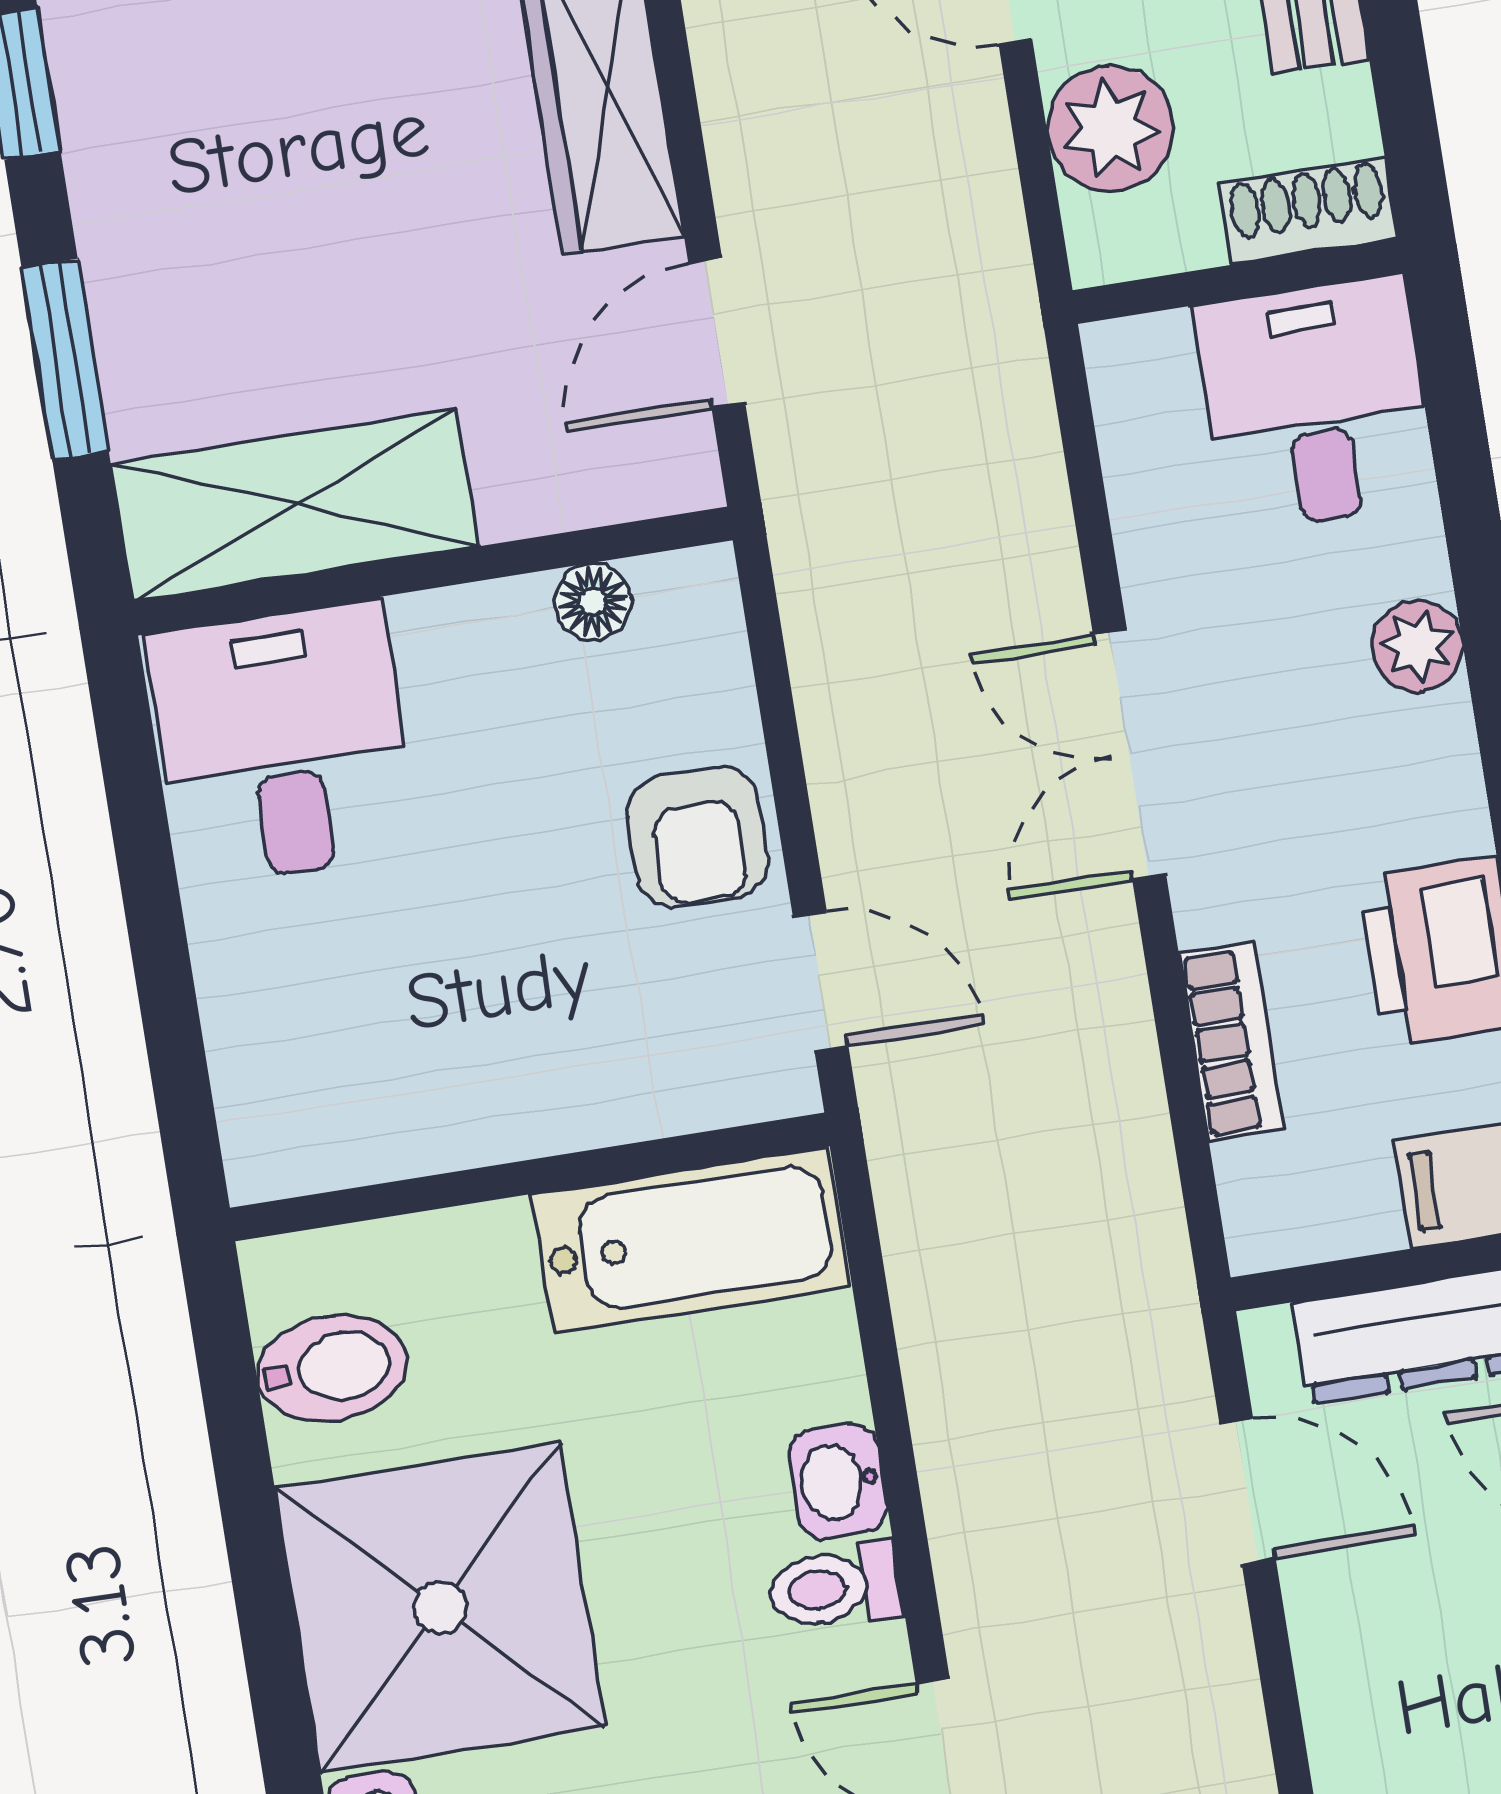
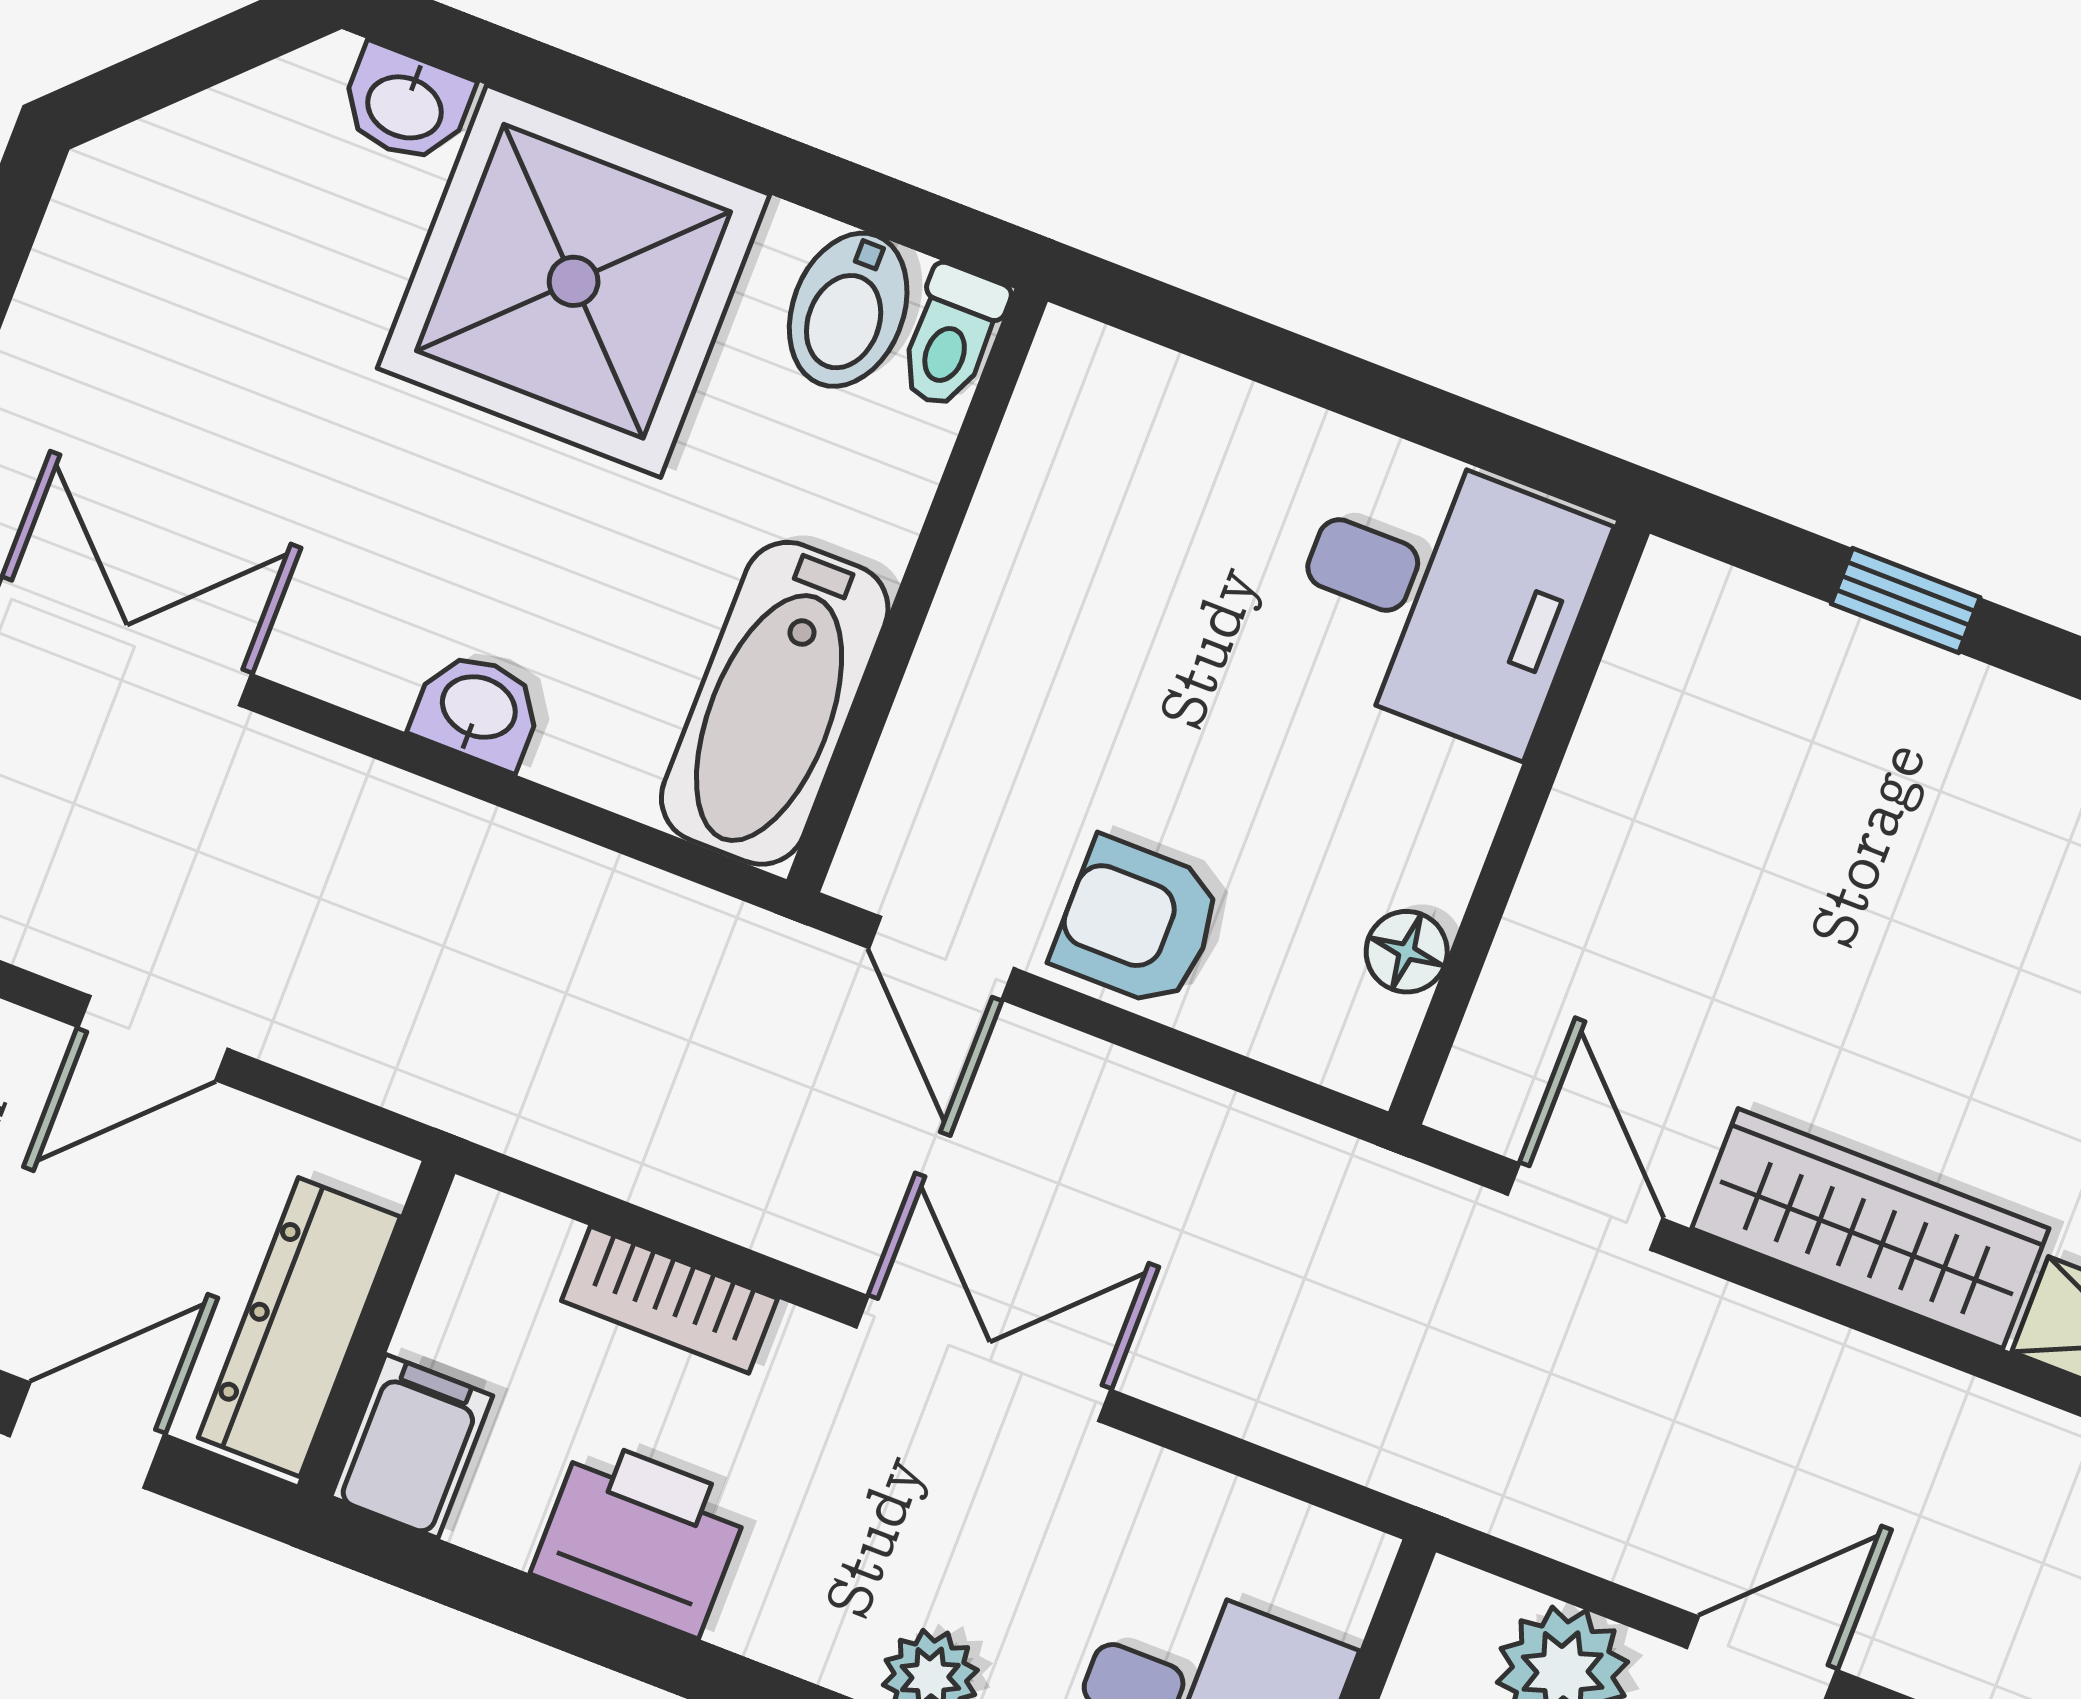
window: (65, 359) -> (1906, 601), width x0.67
shelving: (294, 505) -> (1652, 732), removed
door: (821, 981) -> (941, 958), hinge flipped
door: (1248, 1491) -> (153, 1038), moved
toilet: (835, 1587) -> (951, 337), moved, turned 180

